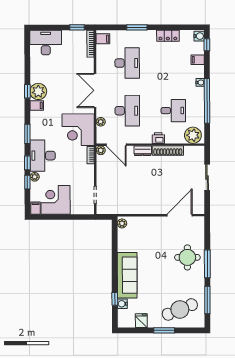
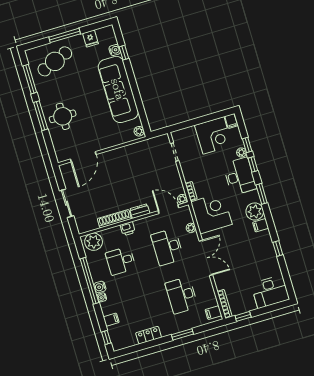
water cooler: (199, 36) -> (100, 287), moved
window: (27, 91) -> (278, 248), moved
plant: (38, 91) -> (255, 212), moved
sofa: (127, 275) -> (118, 89), width x1.36, depth x1.27
window: (164, 330) -> (65, 35), width x1.44

